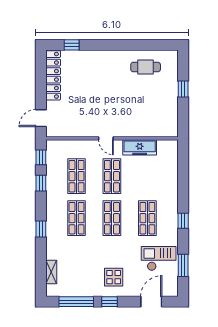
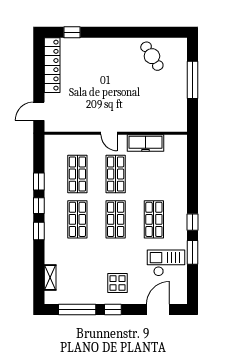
cafe table: (146, 67) -> (152, 56), turned 58
window: (183, 89) -> (192, 80), width x2.17
window: (41, 157) -> (39, 206), moved
window: (183, 265) -> (192, 252), moved

